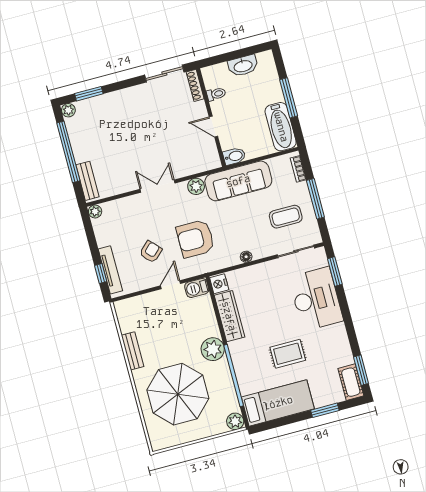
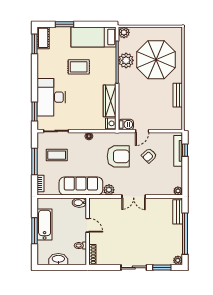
sliding door: (164, 74) -> (134, 268), moved
bathtub: (281, 127) -> (45, 224), moved
plant: (213, 349) -> (126, 60), moved

